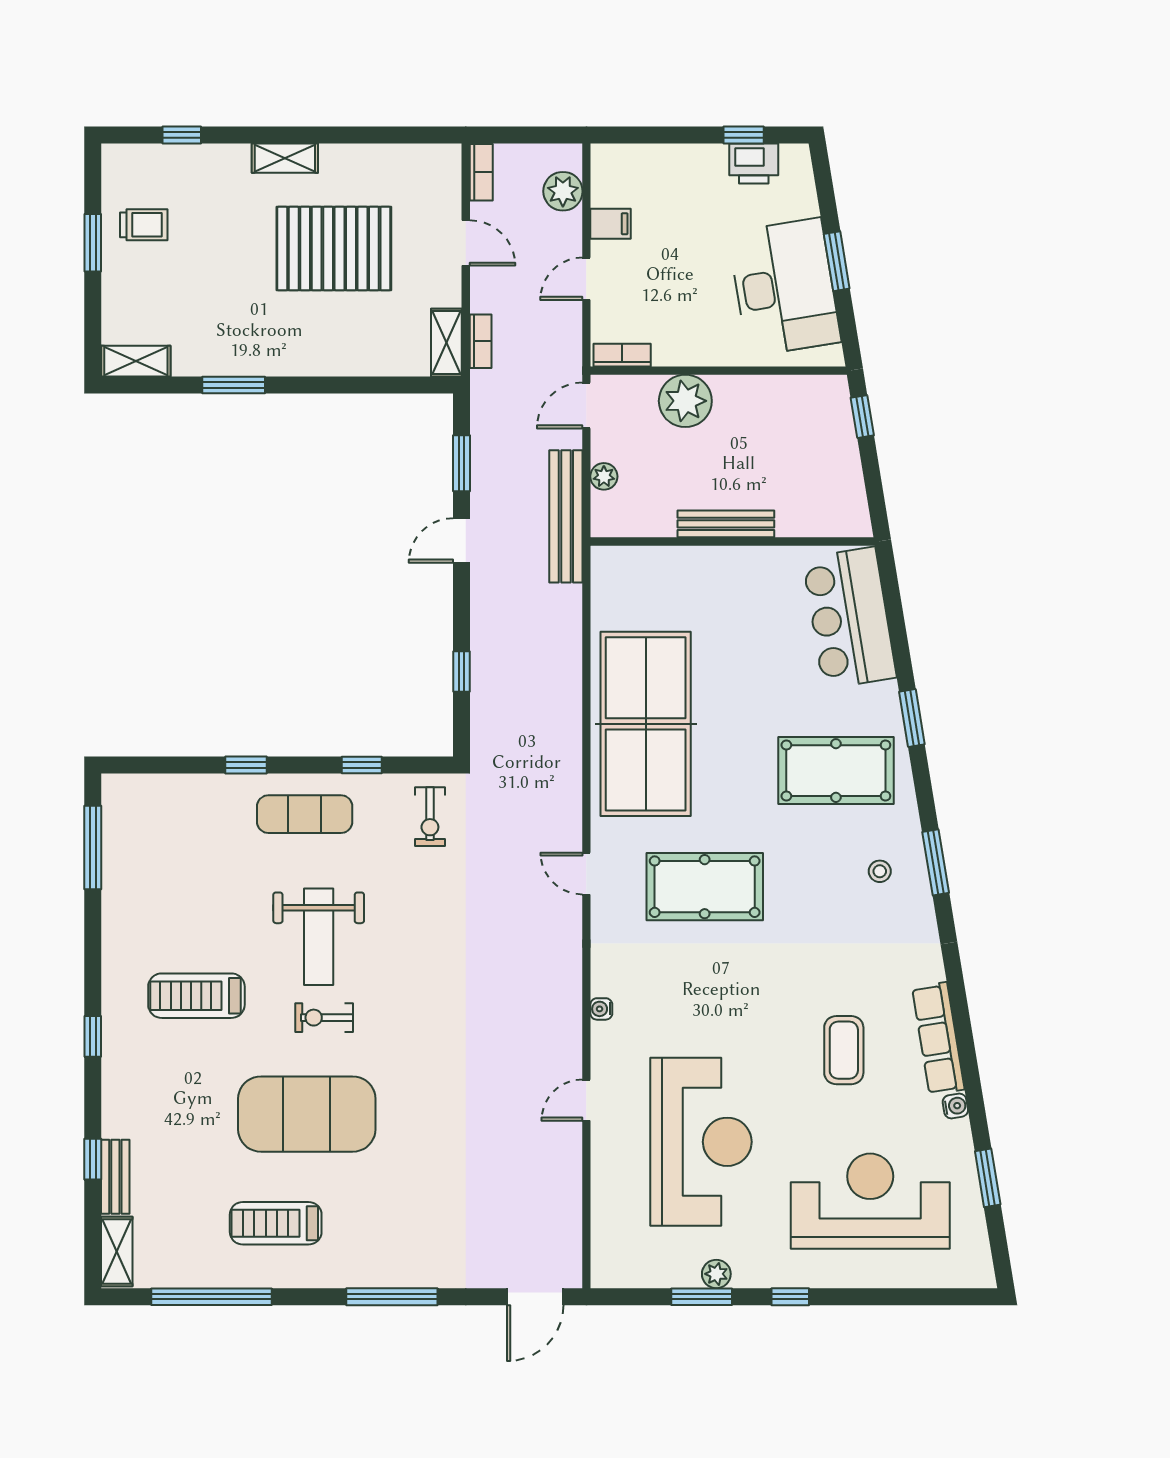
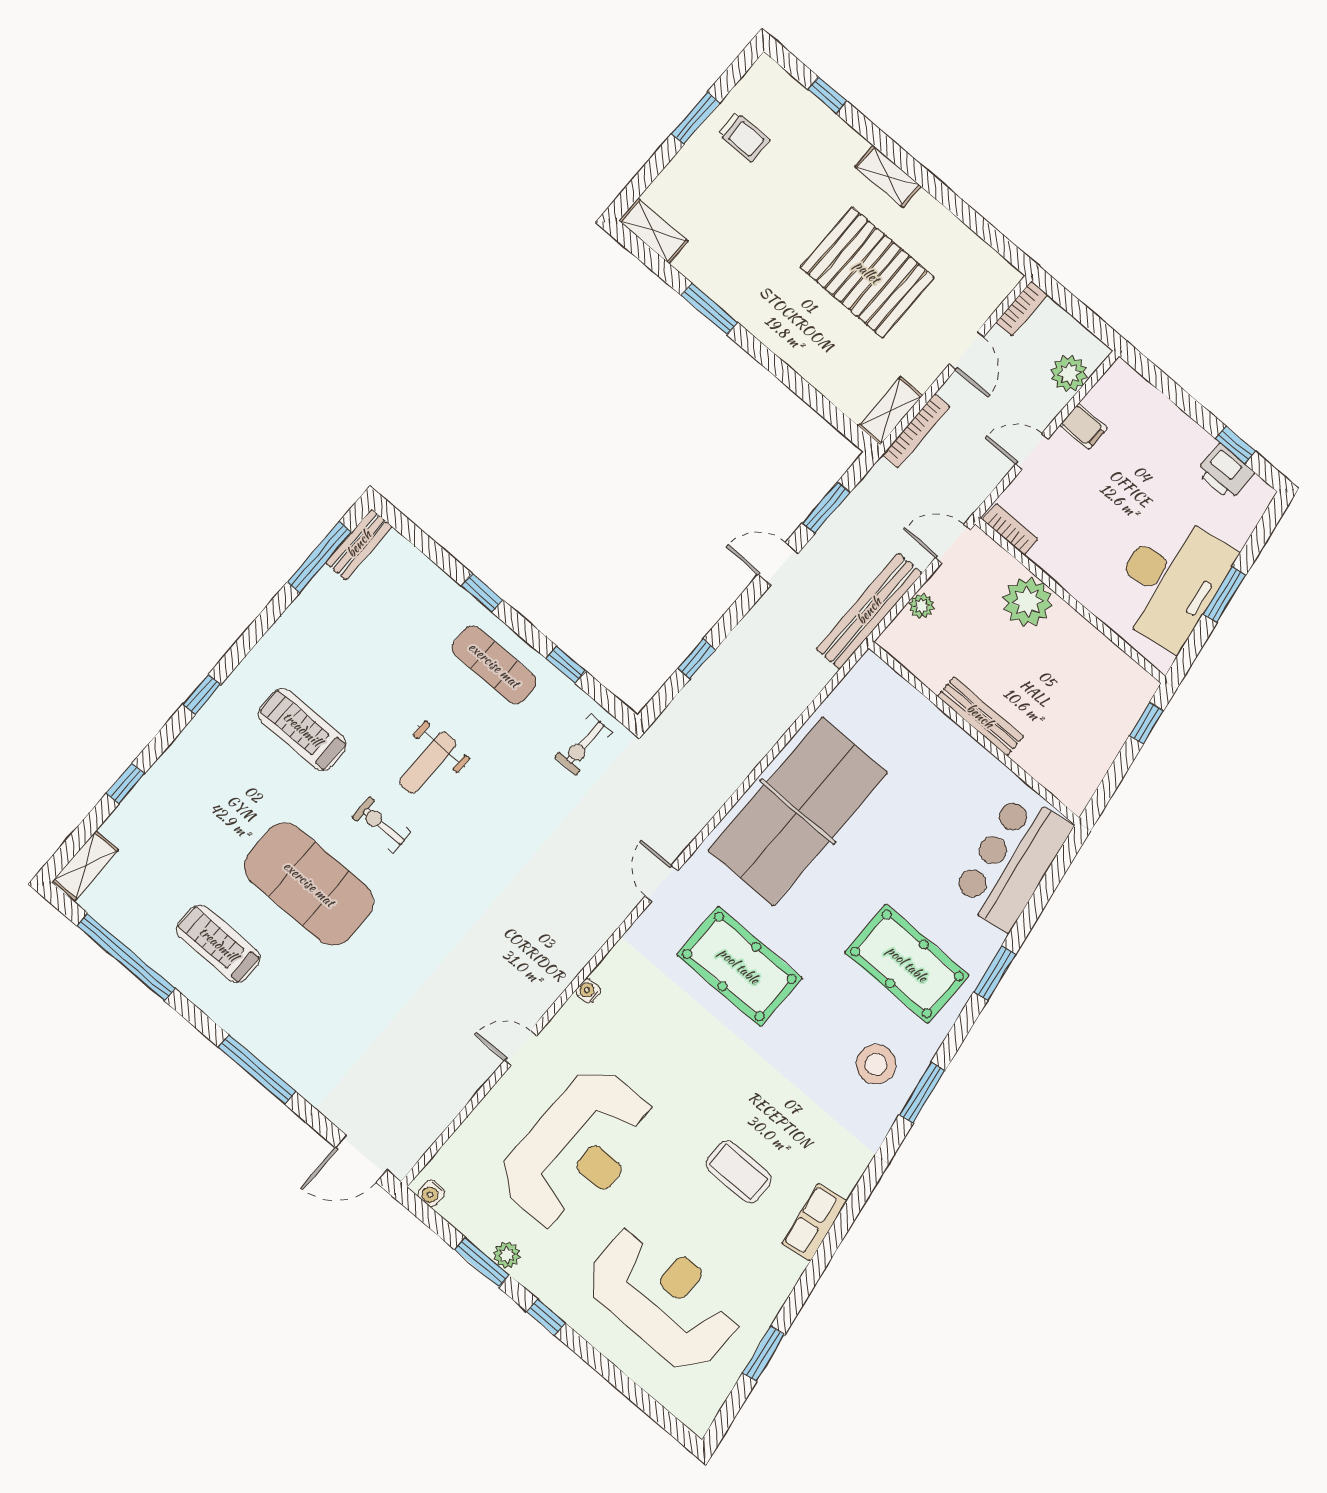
bookcase: (481, 341) -> (916, 431), width x1.56
stool: (880, 871) -> (876, 1064), width x1.89, depth x1.89
weight bench: (319, 937) -> (428, 763), width x0.73, depth x0.75
row of seats: (938, 1039) -> (814, 1222), width x0.68
coffee table: (844, 1050) -> (739, 1172), turned 90
water cooler: (955, 1106) -> (431, 1193), moved, turned 99
bench: (115, 1177) -> (359, 544), moved

